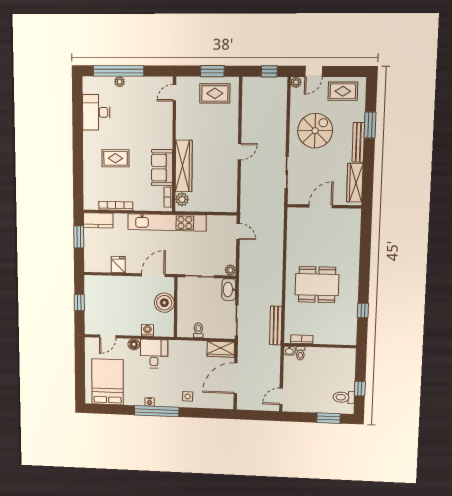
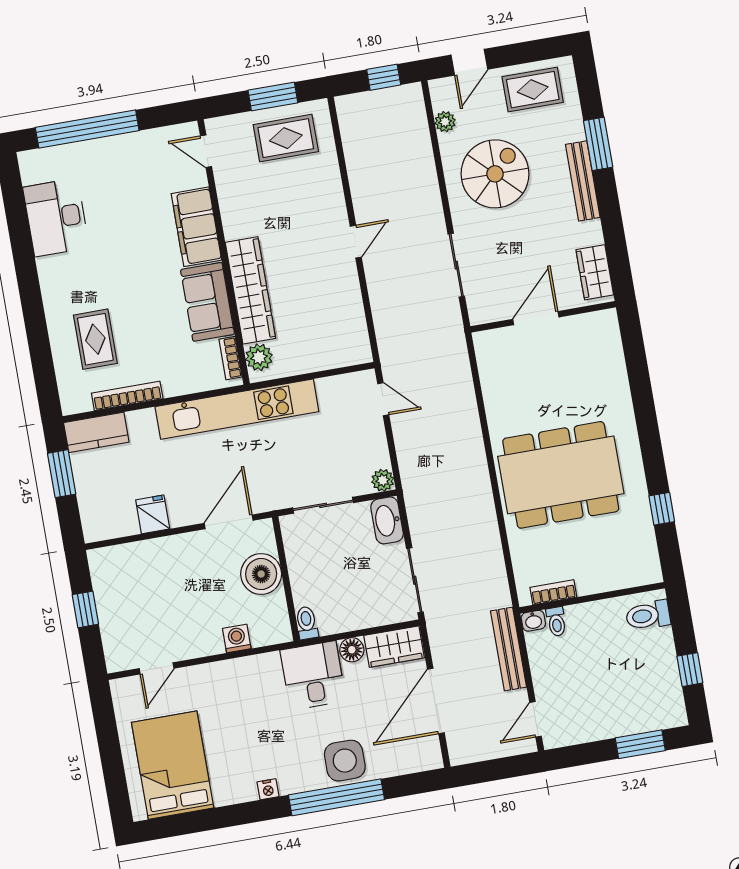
plant: (120, 82) -> (93, 149), removed
plant: (296, 82) -> (445, 122), moved
door: (174, 93) -> (206, 151), hinge flipped
filing cabinet: (163, 130) -> (196, 227), added
rug: (115, 158) -> (95, 339), moved, turned 90
wardrobe: (355, 183) -> (595, 272), width x0.67
dining table: (317, 285) -> (561, 475), width x1.36, depth x1.24
bench: (276, 325) -> (509, 649), moved
toilet: (198, 330) -> (307, 623), moved
floor lamp: (134, 344) -> (352, 650), moved
desk: (154, 354) -> (313, 675), moved
side table: (188, 396) -> (345, 761), width x1.87, depth x1.87
toilet: (344, 397) -> (648, 615), moved
window: (157, 411) -> (336, 797), moved

